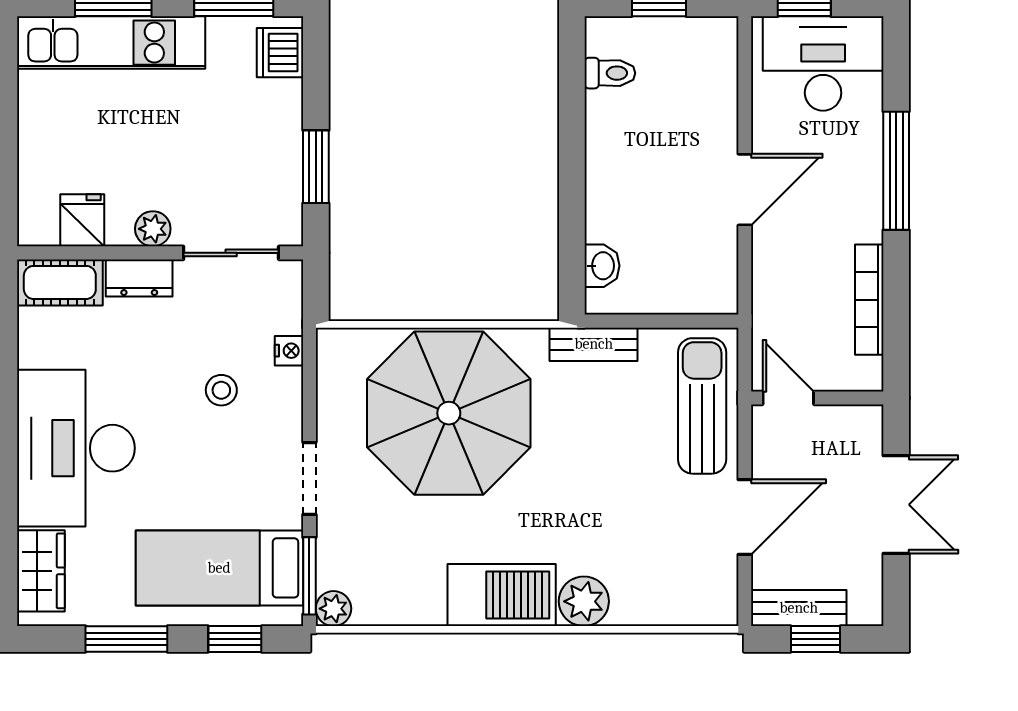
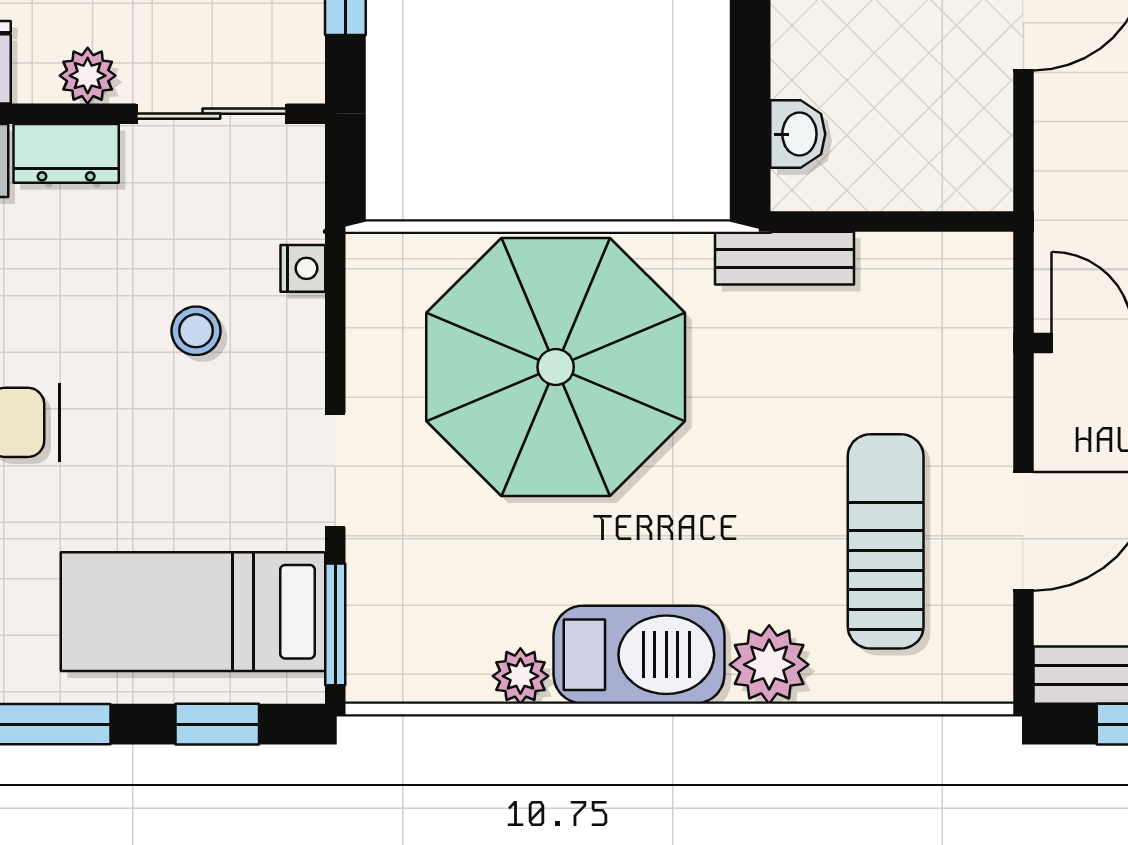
sun lounger: (702, 406) -> (886, 541), moved
plant: (333, 609) -> (520, 676), moved

